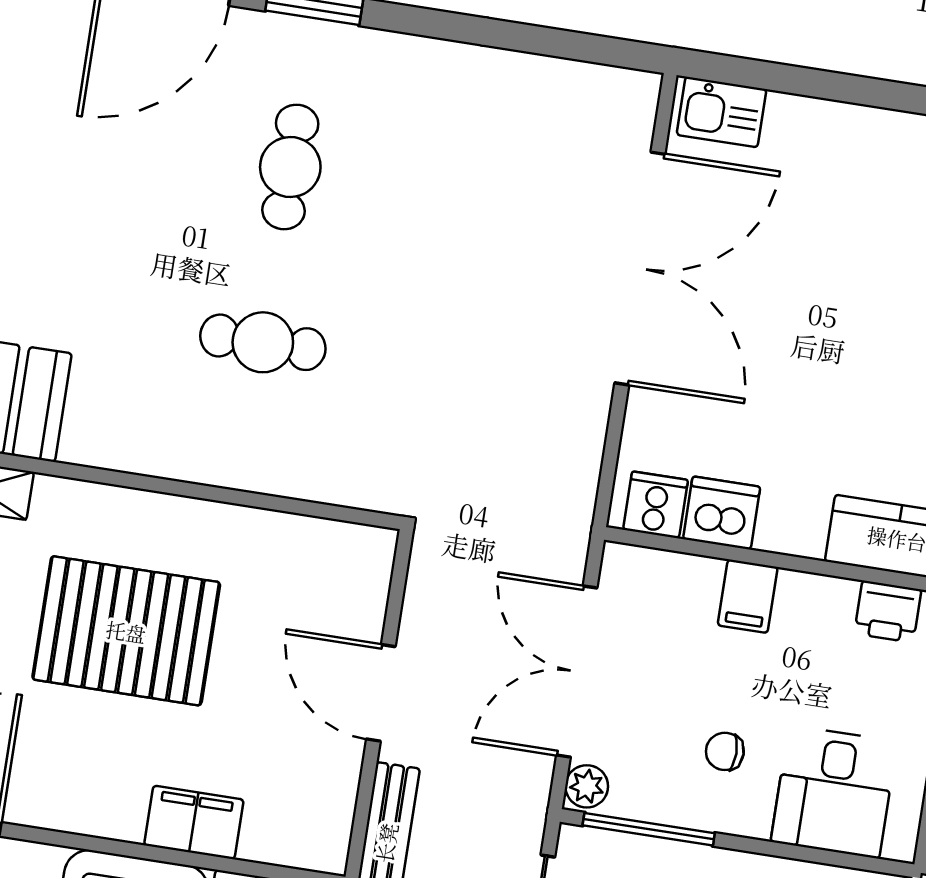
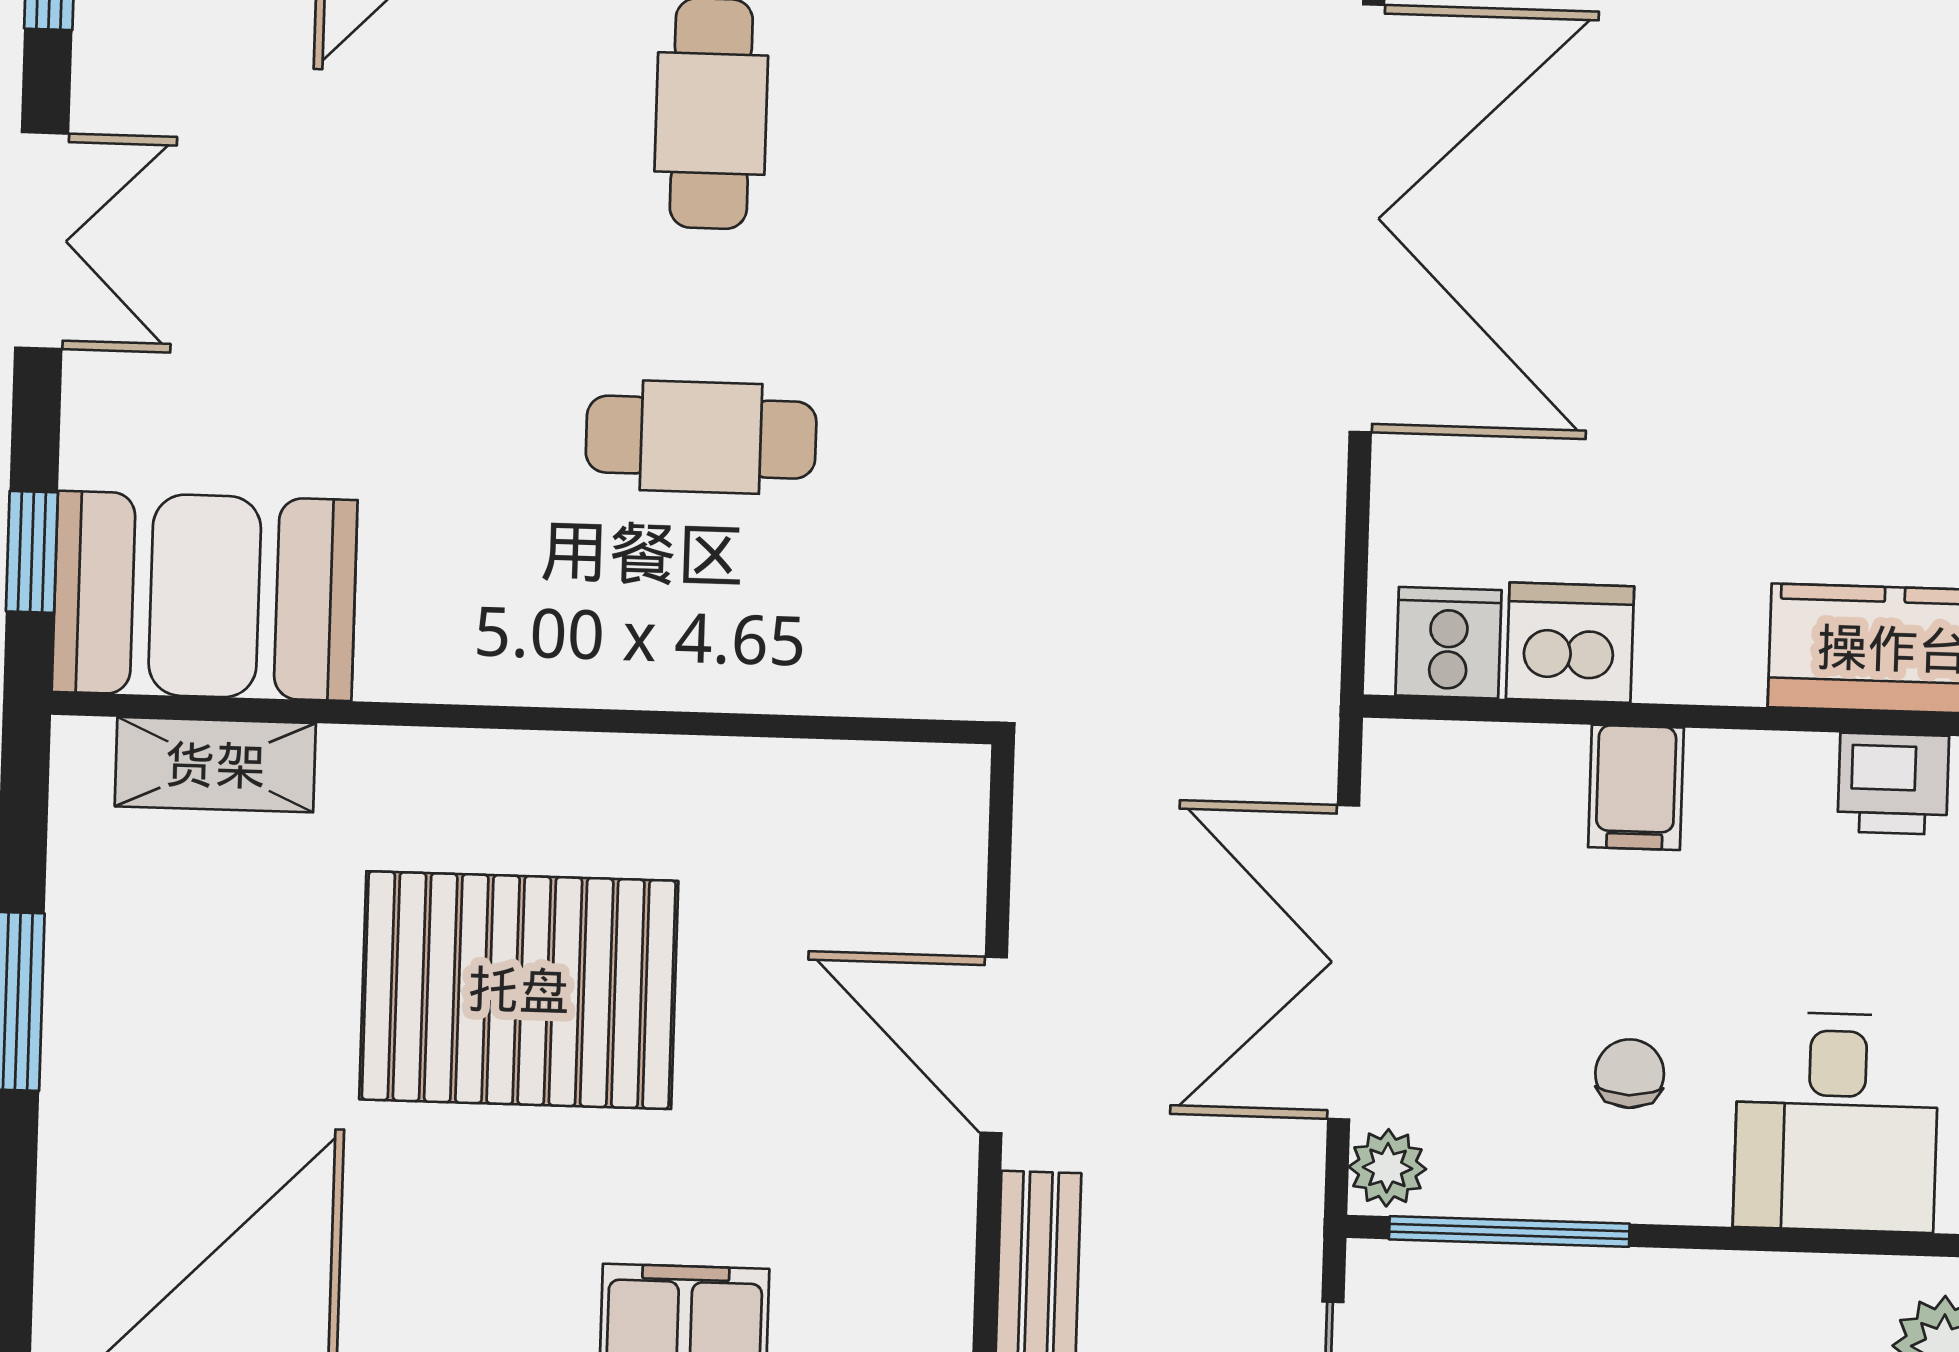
chair: (725, 751) -> (1630, 1074), turned 90

